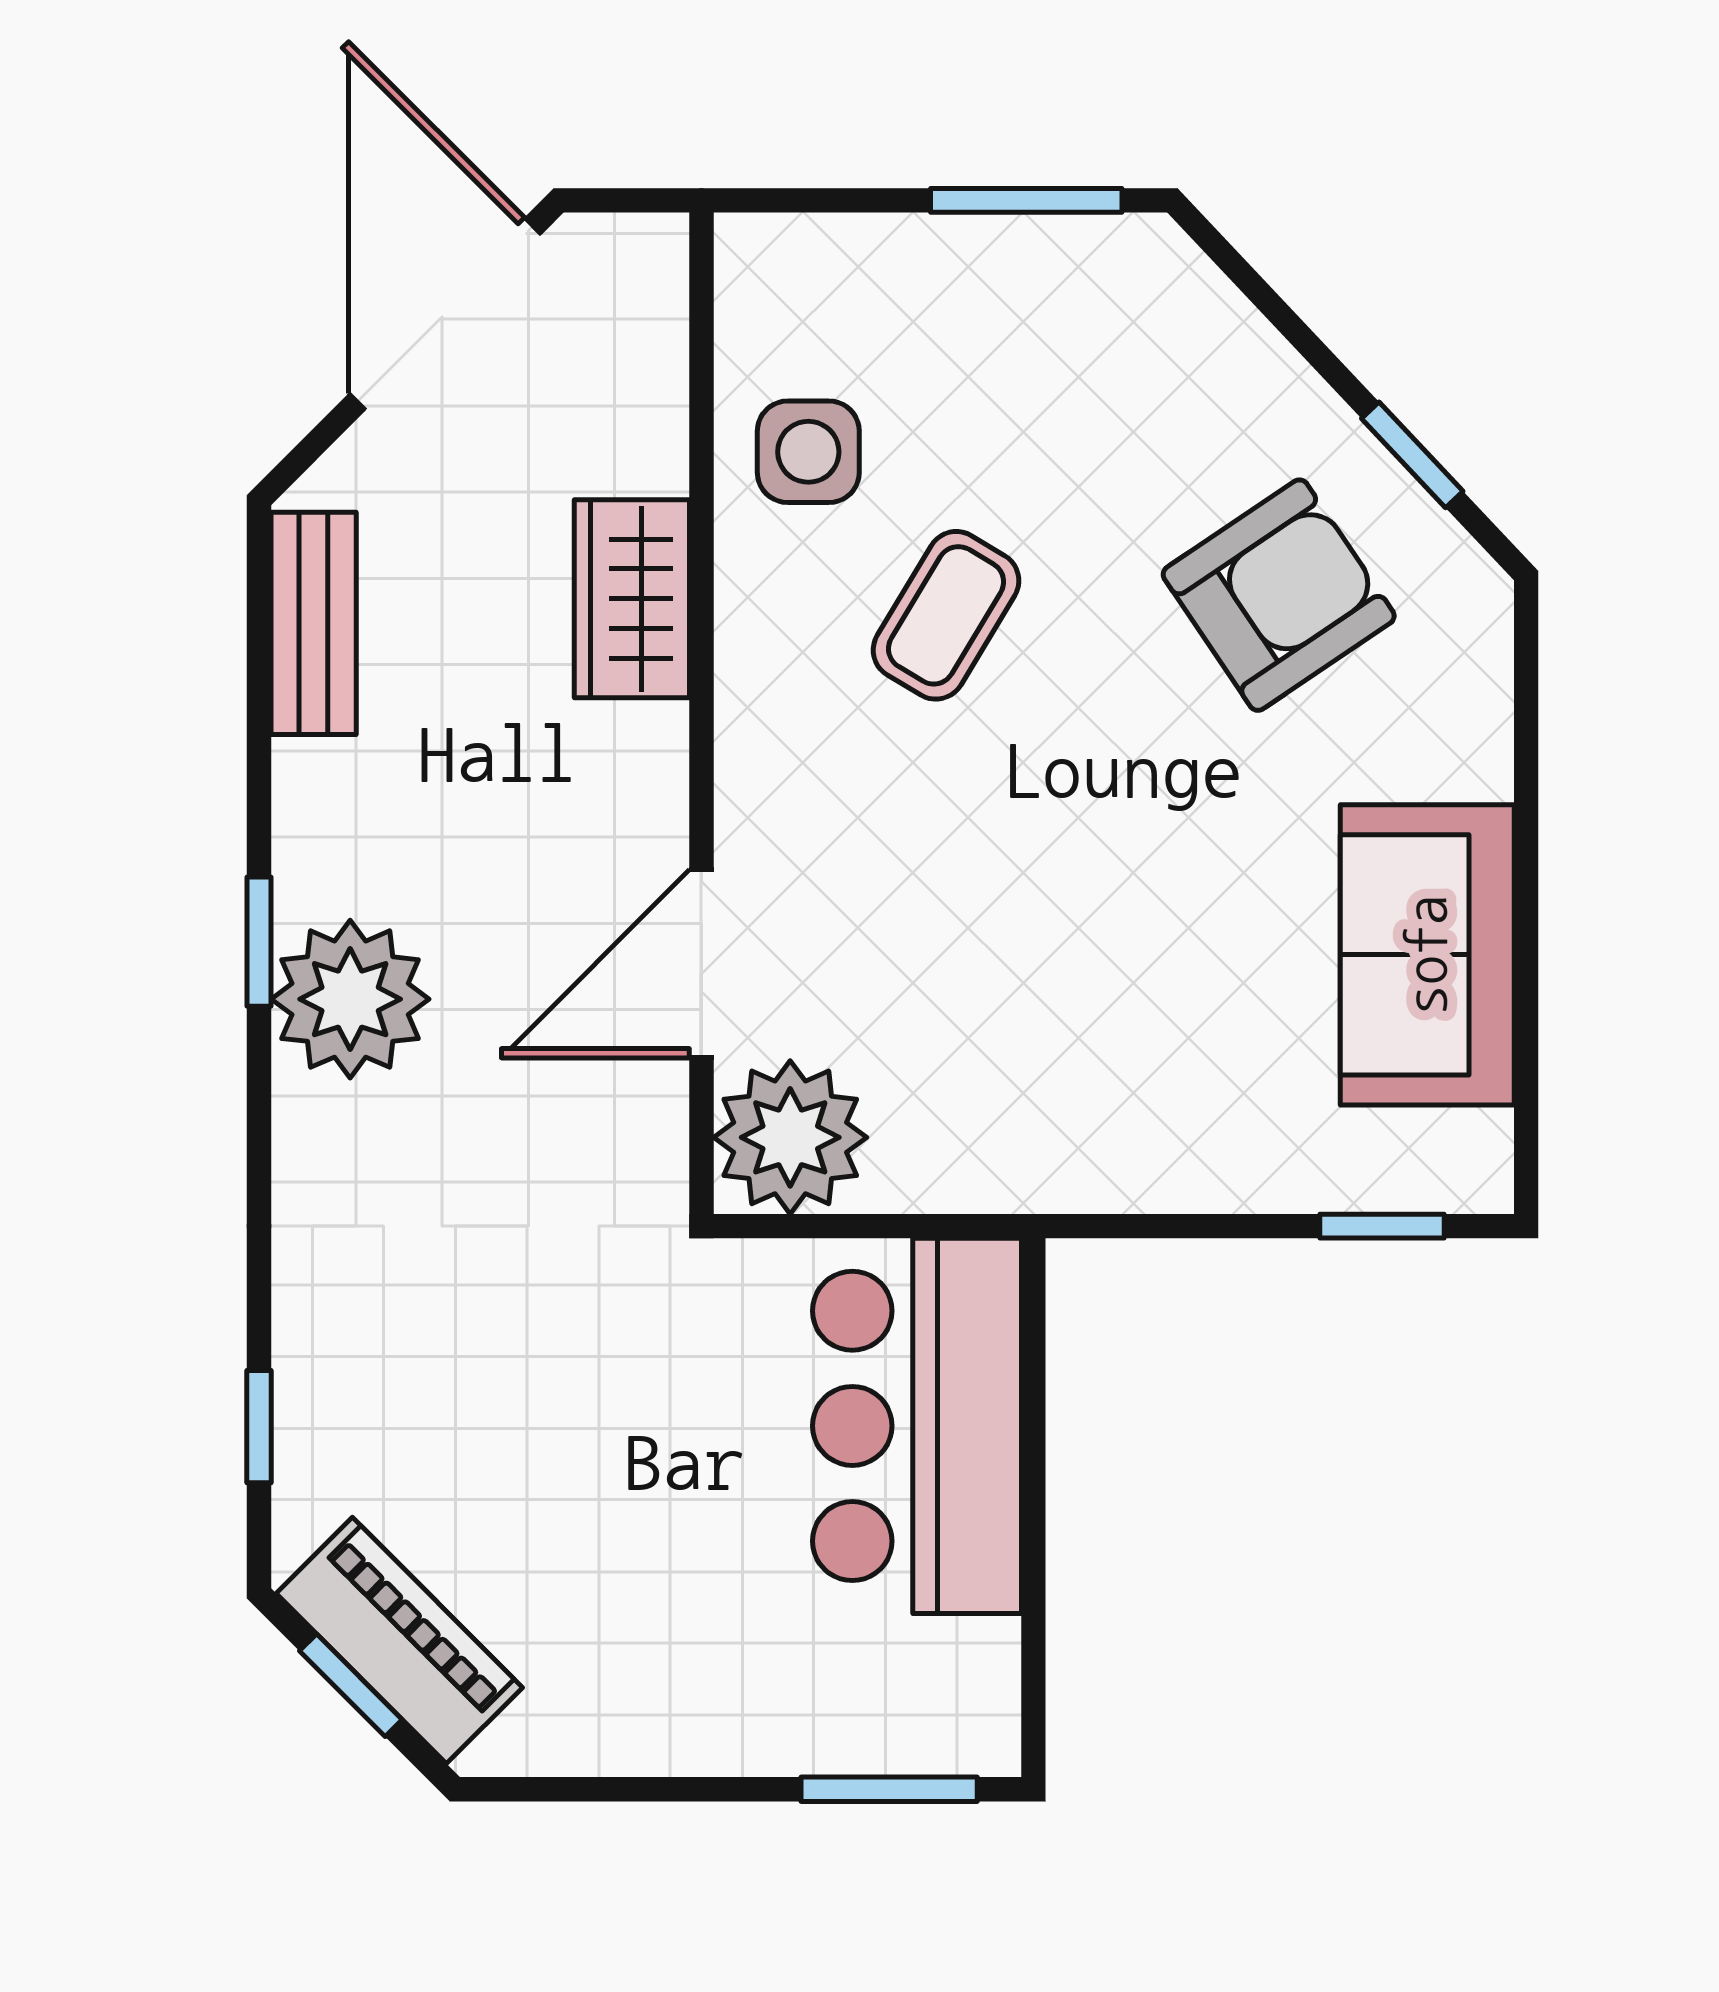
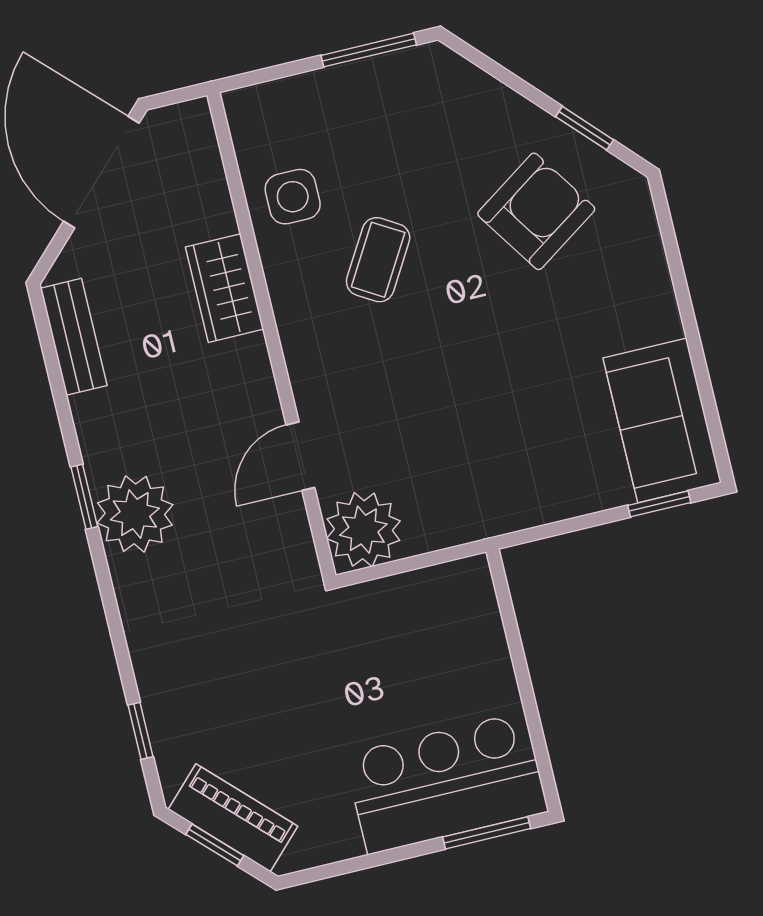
sofa: (1427, 955) -> (662, 420), moved
door: (701, 964) -> (300, 456), width x0.73
bar counter: (917, 1426) -> (446, 783), moved, turned 90

